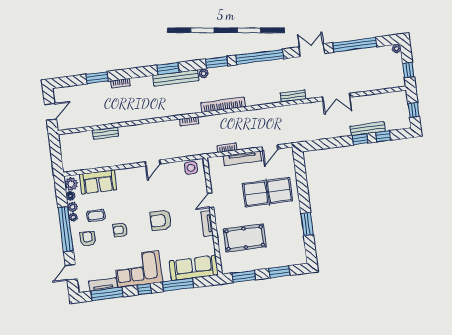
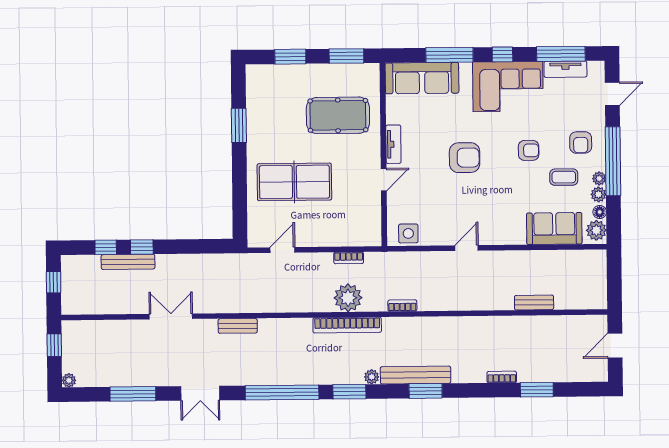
window: (355, 45) -> (133, 394), width x0.68
plant: (225, 122) -> (348, 298), added
tv unit: (242, 158) -> (327, 239), removed

